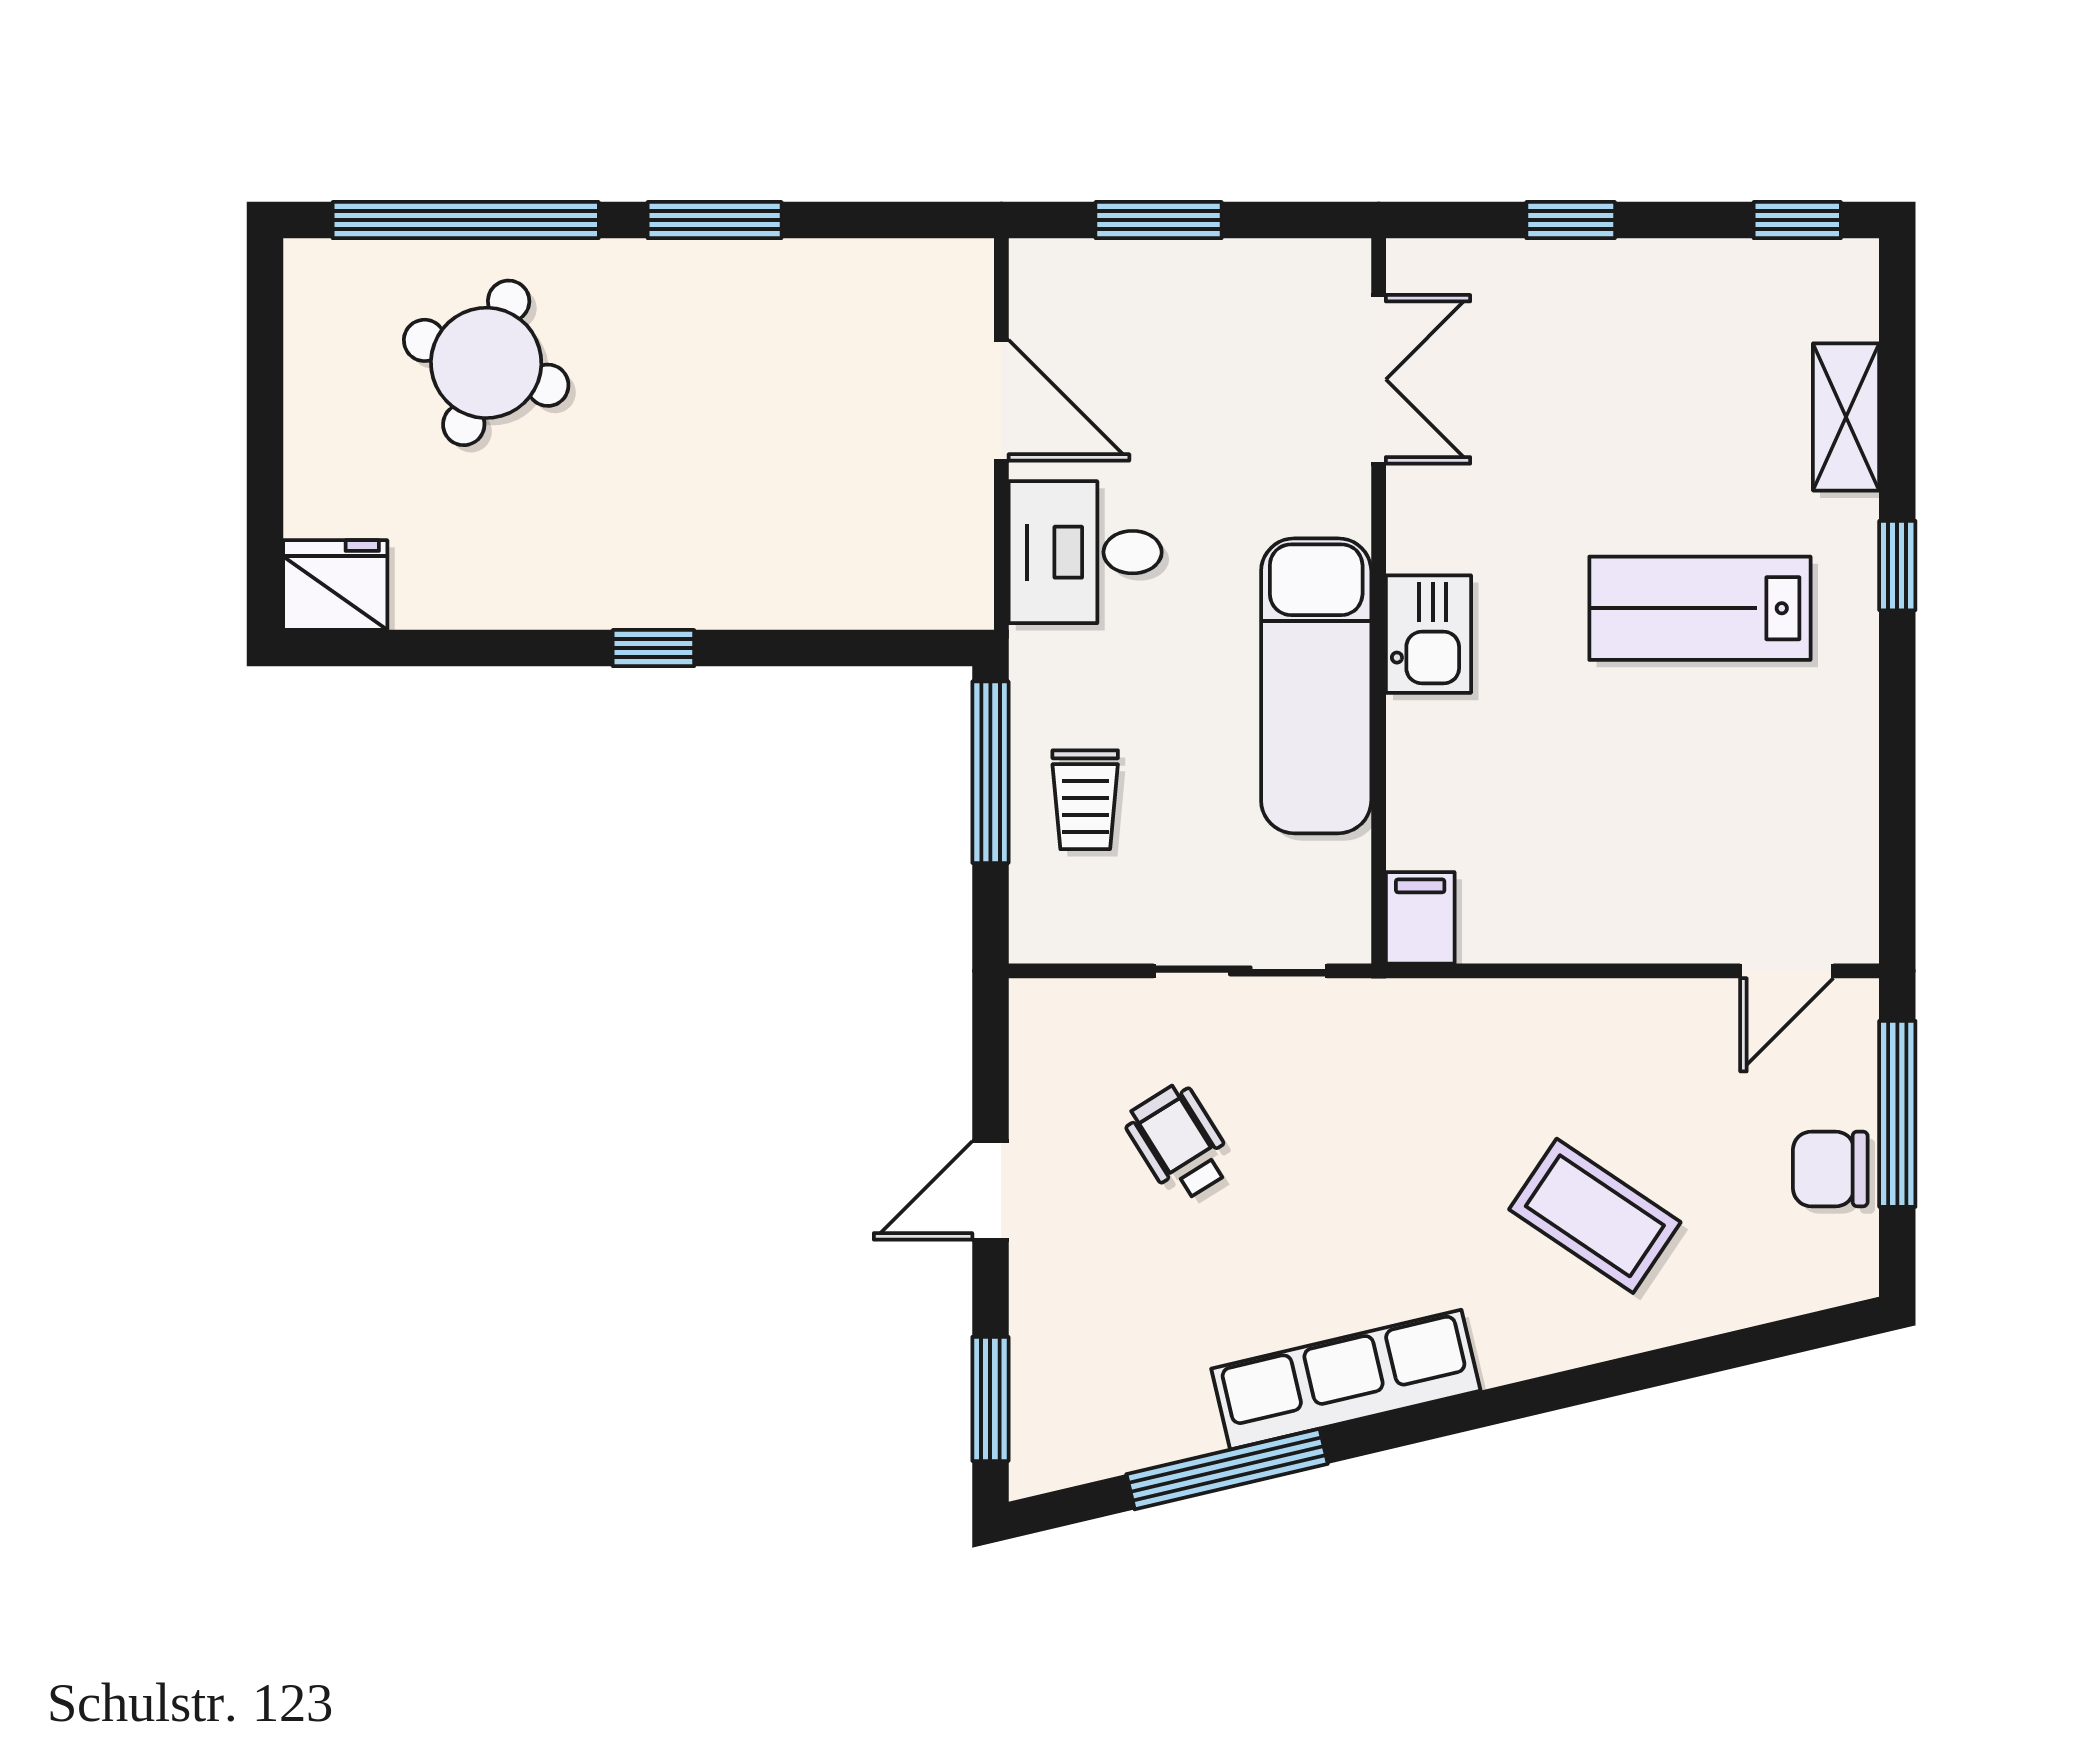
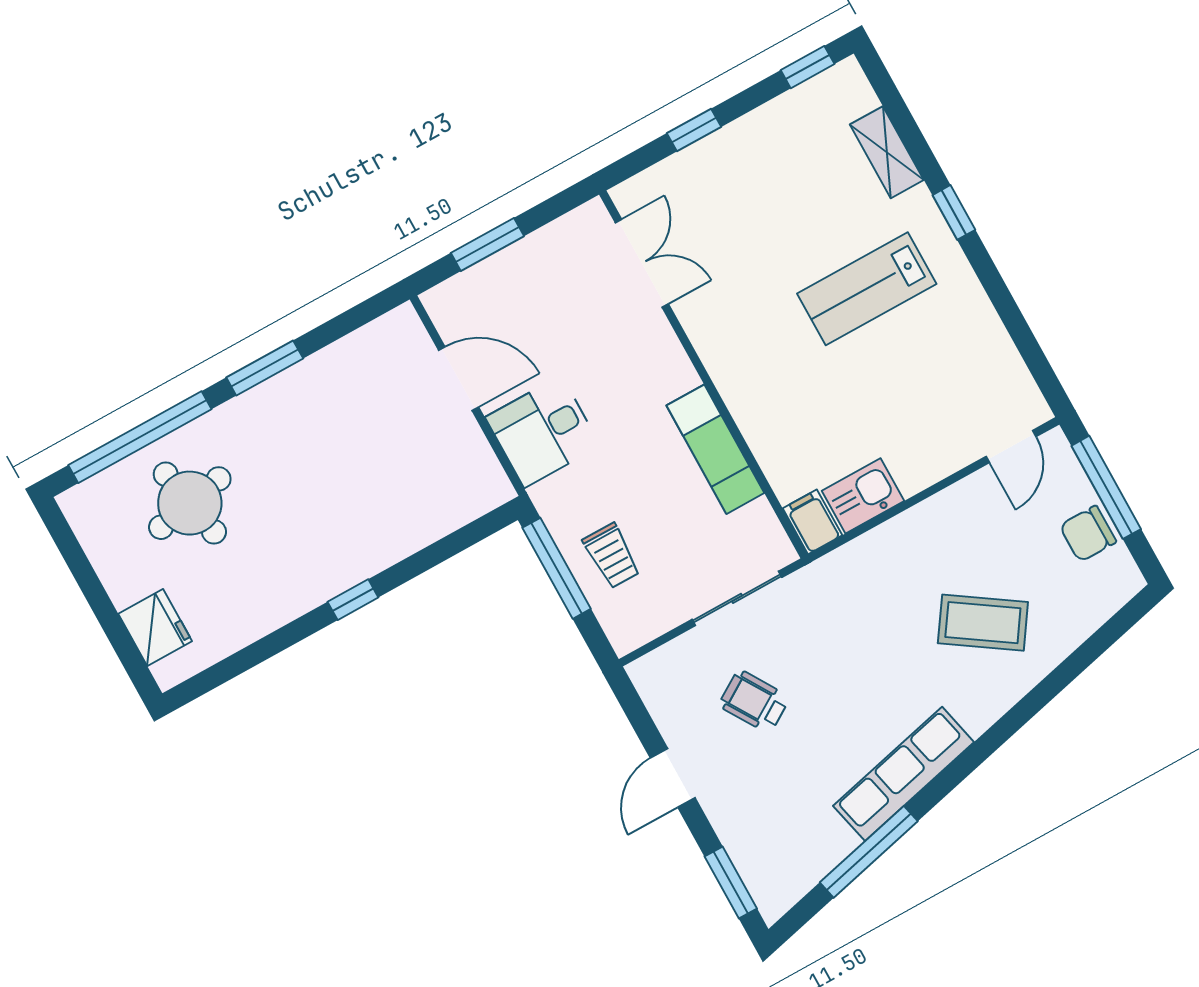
round table: (486, 363) -> (190, 503), turned -31
fridge: (335, 585) -> (155, 628), moved, turned 90
kitchen sink: (1428, 634) -> (863, 496), moved, turned -90
exam couch: (1316, 686) -> (715, 449), width x0.73, depth x0.69

